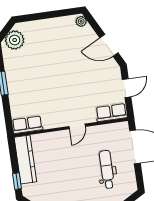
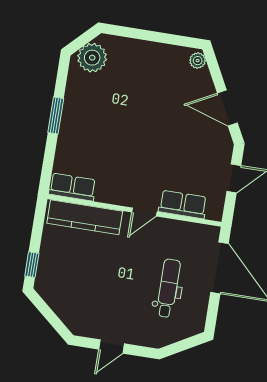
row of seats: (111, 113) -> (183, 204), moved
kitchen counter: (25, 160) -> (85, 217), moved, turned 90

